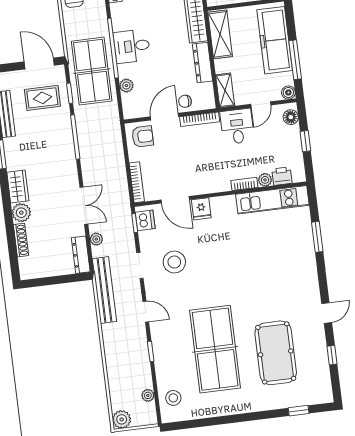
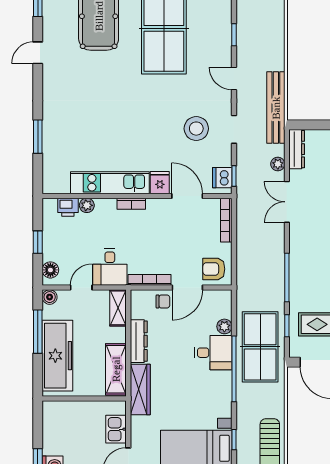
desk: (132, 46) -> (213, 353), moved
bookcase: (244, 184) -> (131, 204), moved
kitchen unit: (272, 200) -> (110, 183), moved

